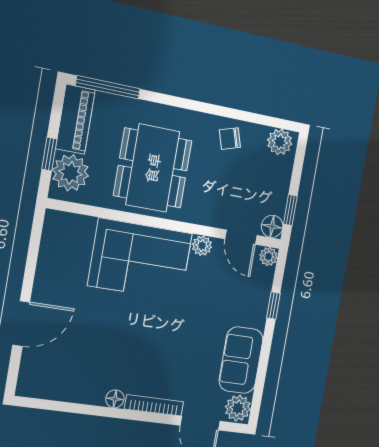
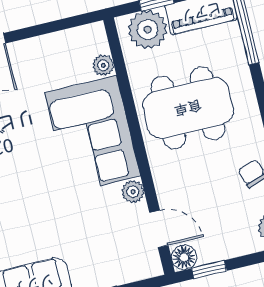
door: (241, 237) -> (159, 229), swing flipped
plant: (268, 256) -> (103, 65), moved

